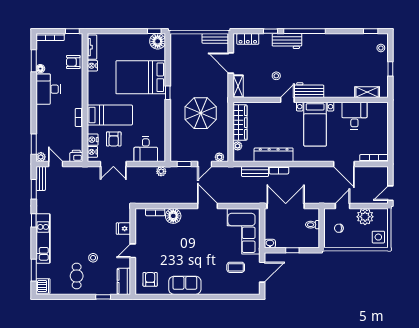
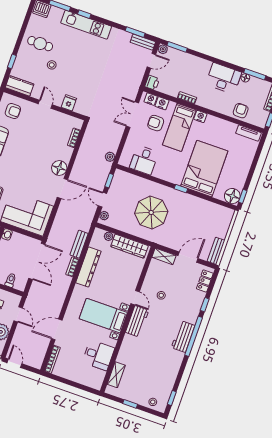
workbench: (287, 41) -> (183, 336), moved
nightstand: (92, 66) -> (200, 116), moved
desk: (146, 149) -> (144, 160), moved, turned -90
floor lamp: (173, 216) -> (59, 168), moved
window: (34, 220) -> (84, 14), moved

